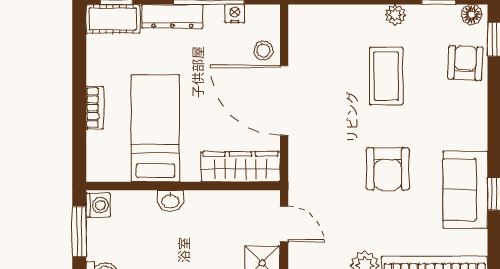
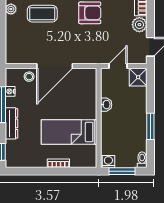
cot: (113, 19) -> (13, 154), removed
wardrobe: (241, 167) -> (89, 88), removed
washbasin: (170, 201) -> (106, 105), moved

